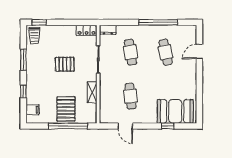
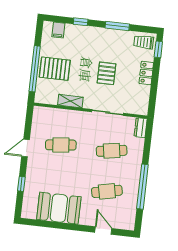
locker: (87, 30) -> (146, 73), moved
booth: (175, 111) -> (59, 208), moved, turned 90
door: (125, 126) -> (26, 148), moved

